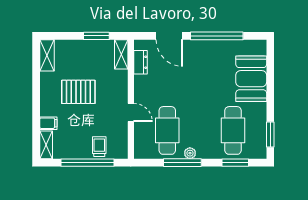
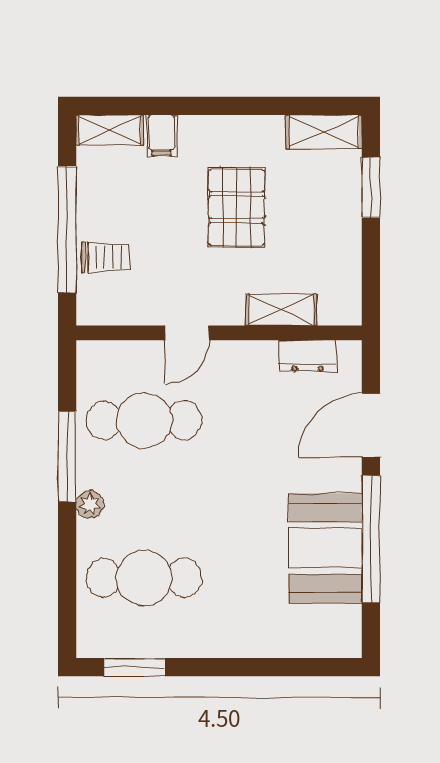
window: (96, 36) -> (371, 187), moved
shelving: (121, 54) -> (281, 310), moved
booth: (251, 79) -> (325, 548), moved, turned 90
plant: (190, 153) -> (90, 505), moved
window: (235, 163) -> (67, 583), removed

